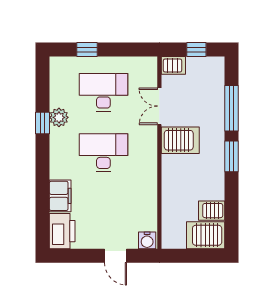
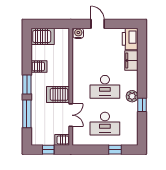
plant: (59, 117) -> (132, 96), moved
server rack: (212, 211) -> (39, 66), moved

